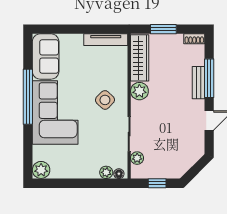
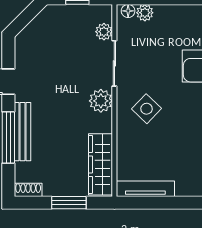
bench: (198, 83) -> (23, 132), width x1.36
plant: (139, 91) -> (101, 101), moved

